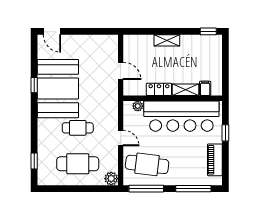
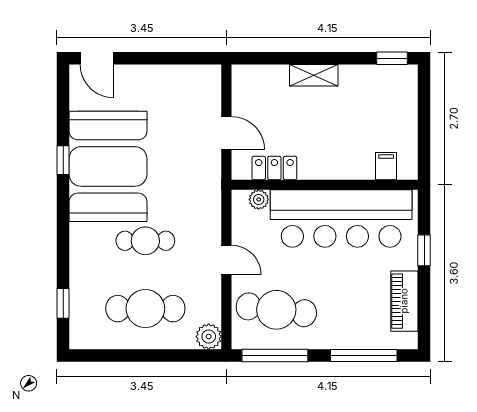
locker: (159, 89) -> (274, 168), moved
shelving: (186, 90) -> (349, 169), removed

